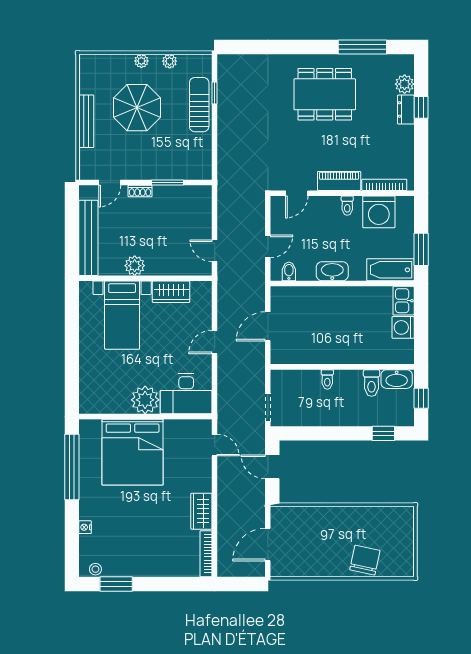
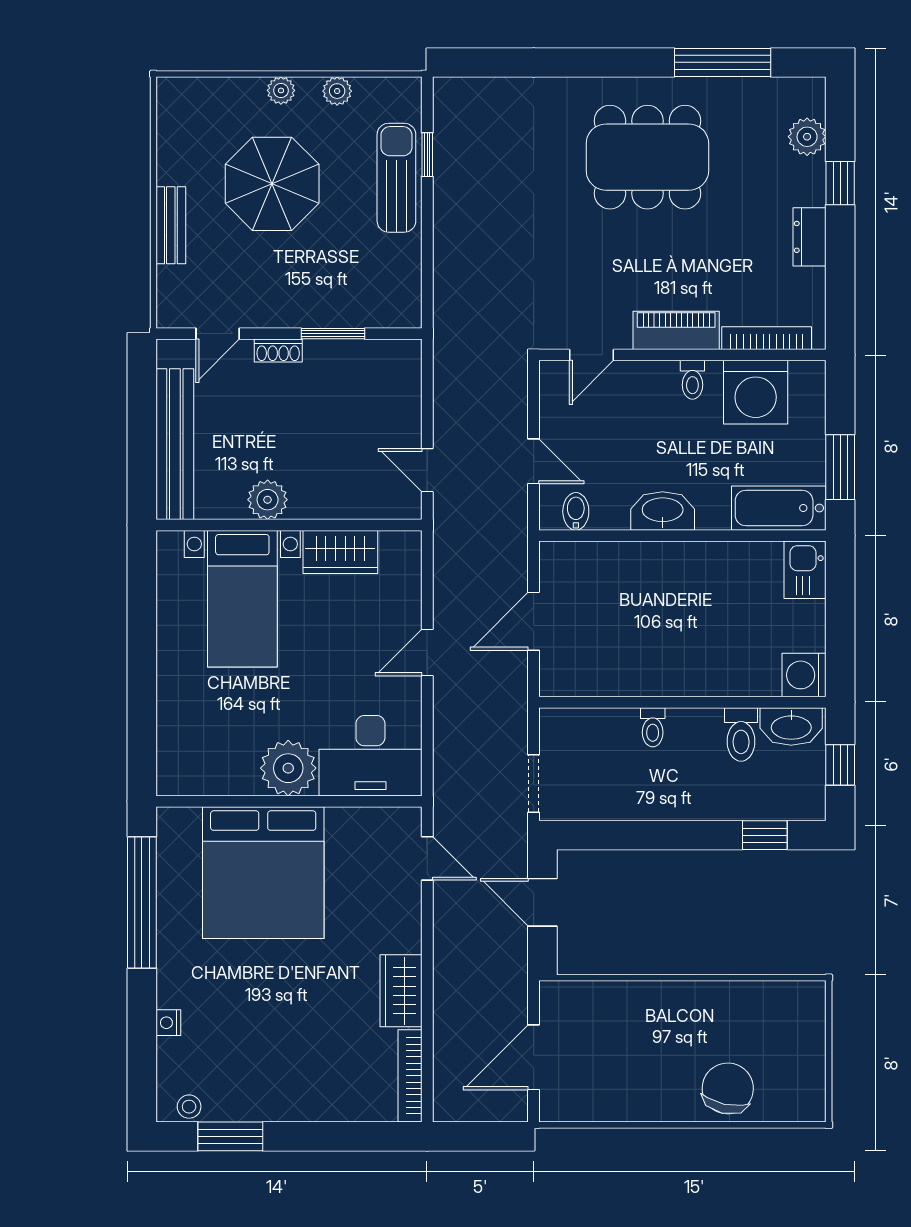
dresser: (406, 110) -> (810, 237), moved
bench: (86, 121) -> (171, 225), width x0.73
door: (268, 246) -> (534, 461), hinge flipped
washing machine: (403, 327) -> (804, 675), moved

